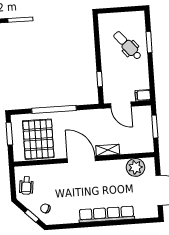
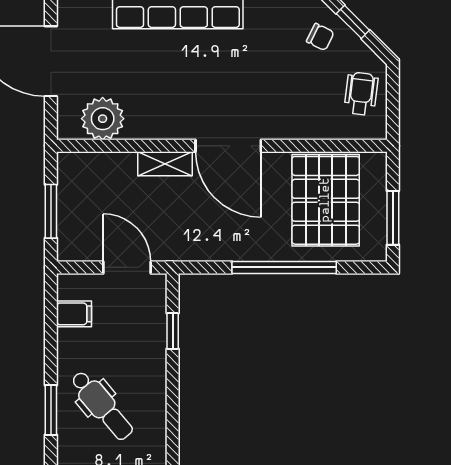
filing cabinet: (143, 95) -> (74, 314), moved

